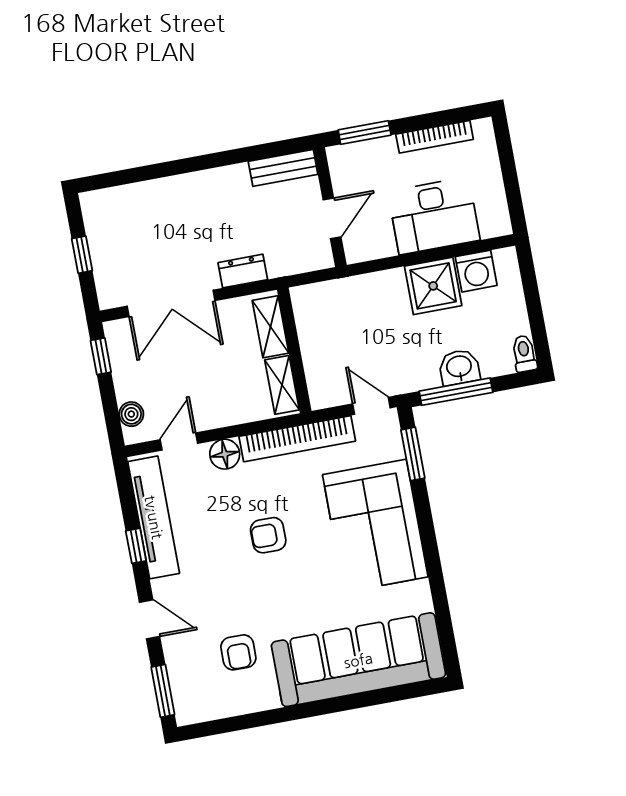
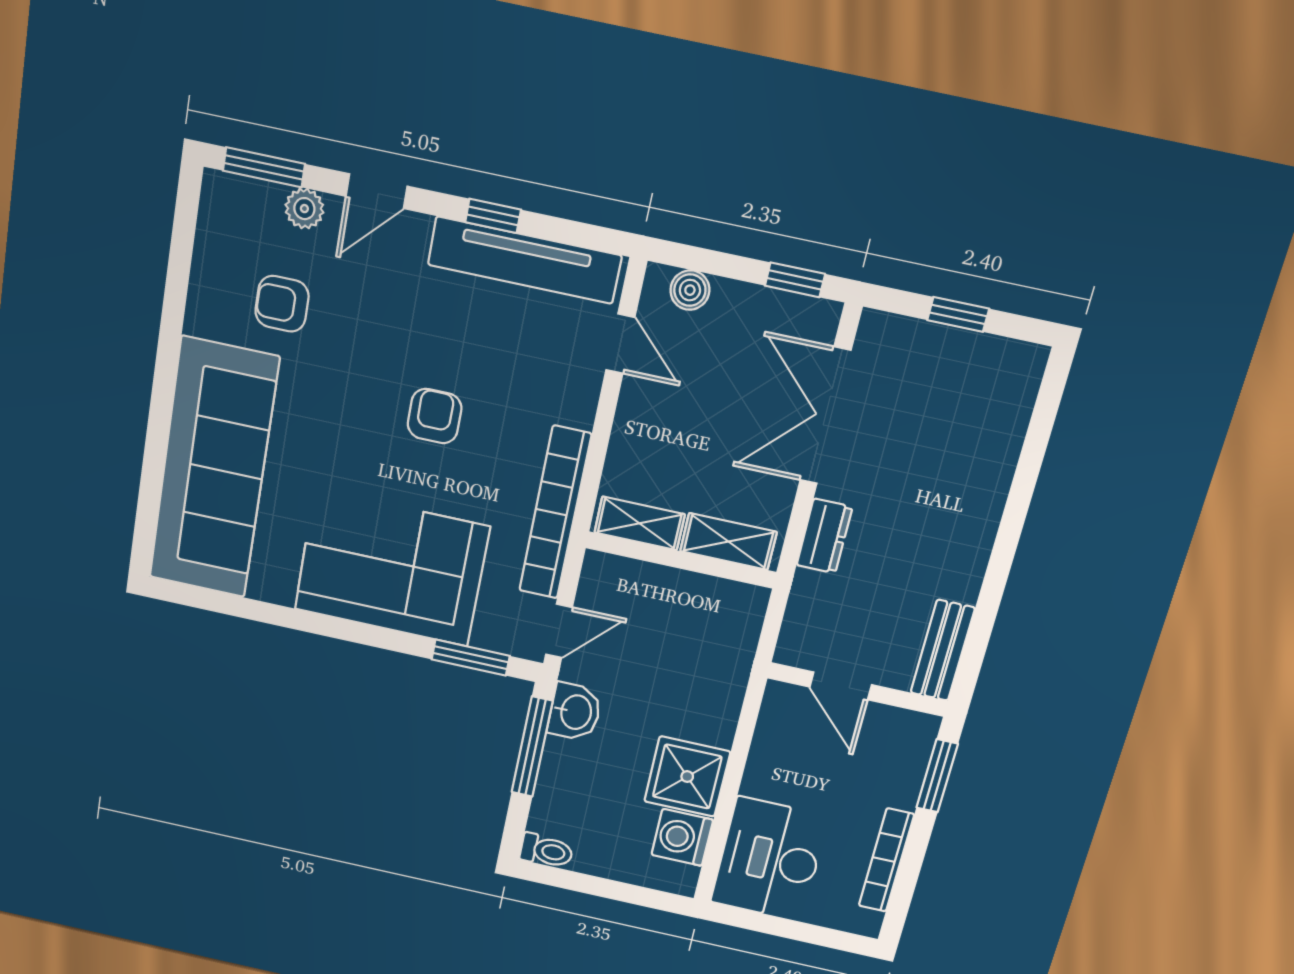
desk: (434, 216) -> (769, 859), moved
washbasin: (459, 367) -> (575, 712), moved
floor lamp: (225, 454) -> (575, 402), removed
plant: (177, 659) -> (304, 209), added

